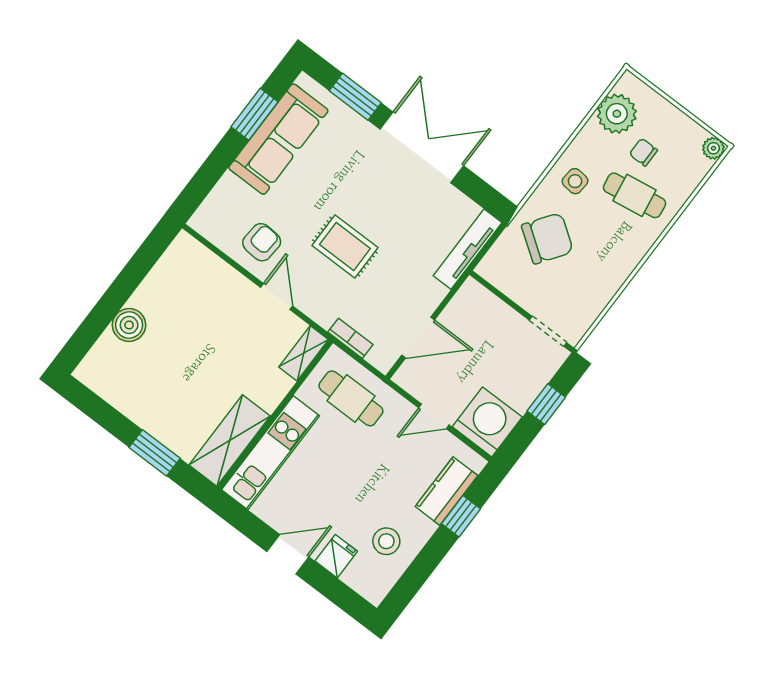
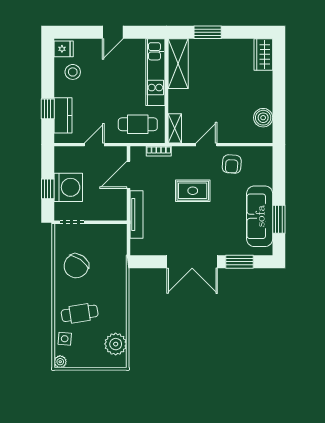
chair: (643, 152) -> (90, 336), removed
side table: (575, 181) -> (65, 339), moved
chair: (547, 238) -> (76, 266), moved
tv unit: (468, 249) -> (136, 215), moved
door: (277, 297) -> (206, 145), swing flipped
boiler: (129, 325) -> (263, 118), moved
wardrobe: (100, 362) -> (263, 54), added
washing machine: (487, 422) -> (68, 187), moved, turned -90
fridge: (336, 556) -> (64, 49), moved, turned -90

